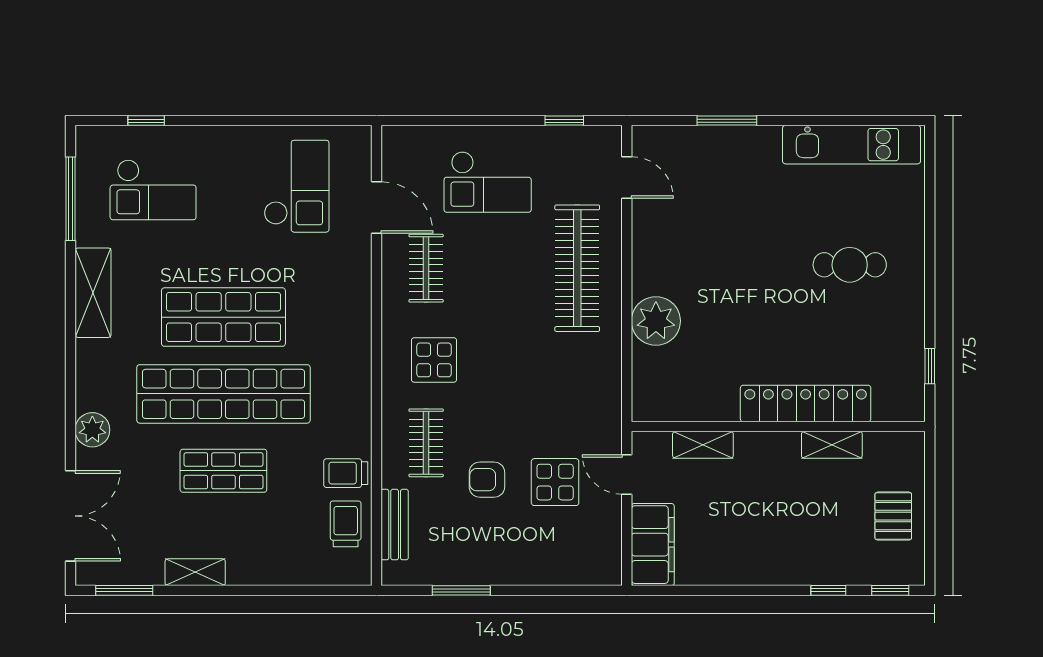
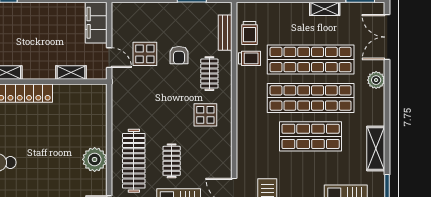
clothes rail: (426, 268) -> (172, 161), moved
plant: (656, 321) -> (95, 159), moved
shop shelf: (223, 471) -> (311, 60), width x2.00, depth x1.36
armchair: (487, 480) -> (179, 55), turned 90

